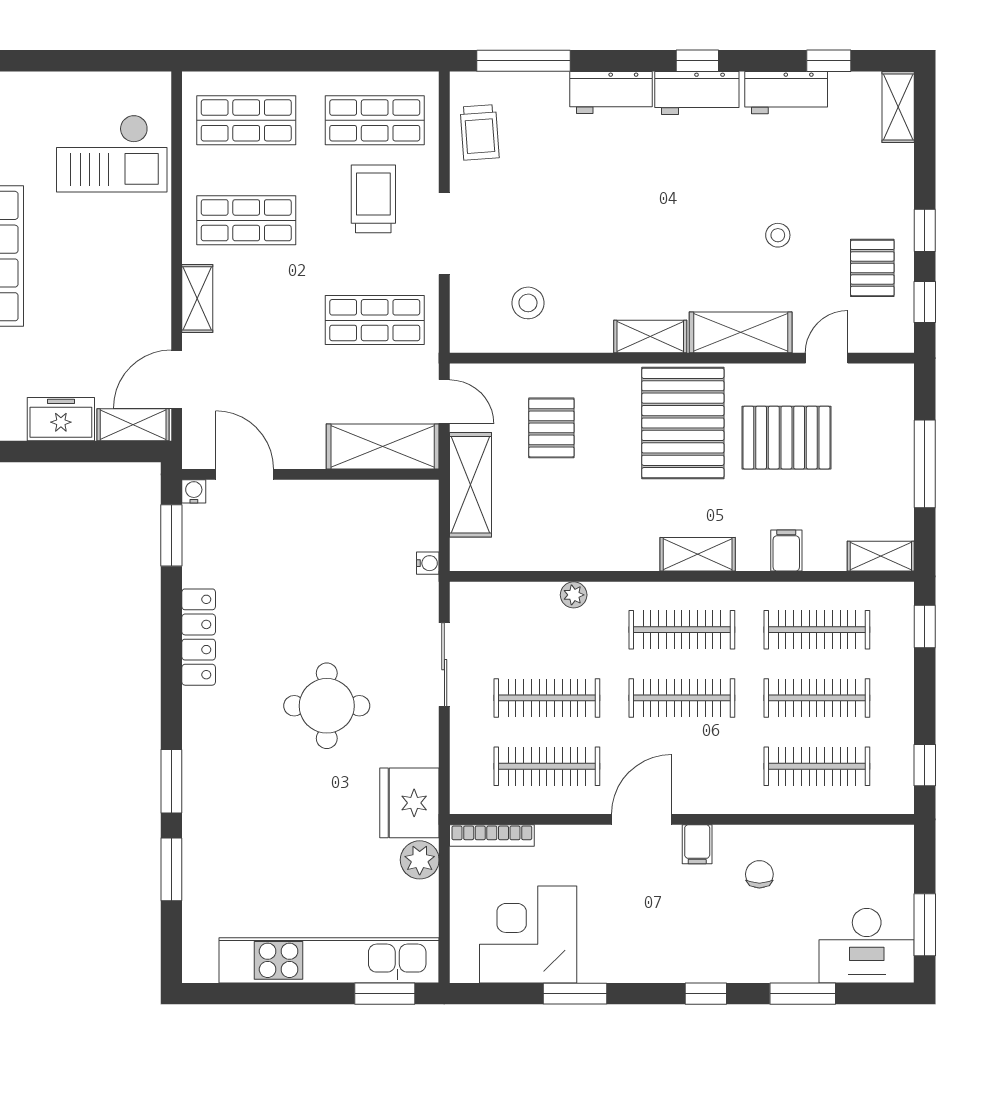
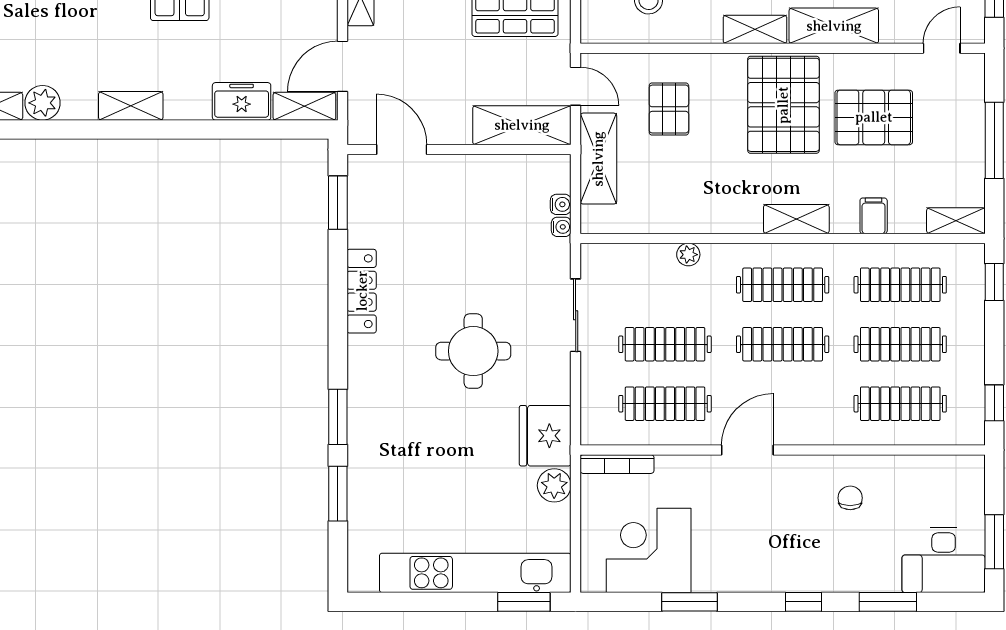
door: (827, 358) -> (942, 48), moved
water cooler: (194, 491) -> (561, 204), moved, turned 90
filing cabinet: (697, 844) -> (796, 472), removed

